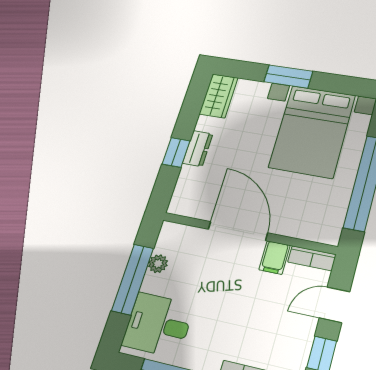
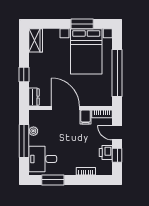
window: (288, 77) -> (82, 24), moved
dresser: (198, 149) -> (34, 97), moved
door: (334, 305) -> (117, 133), hinge flipped
printer: (298, 342) -> (106, 152), added

